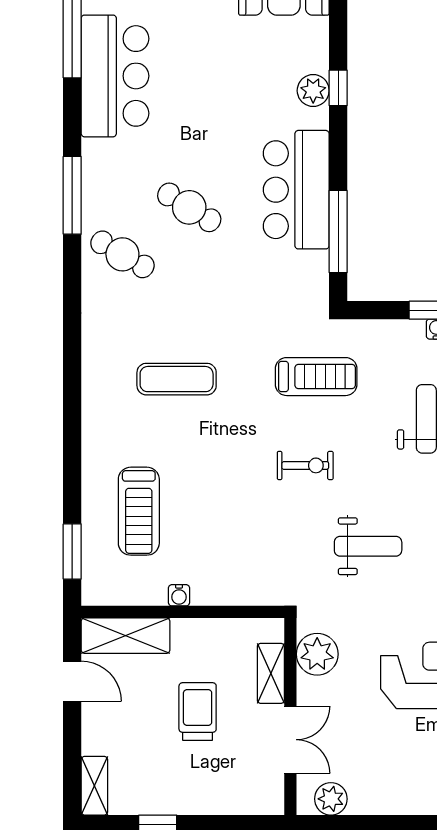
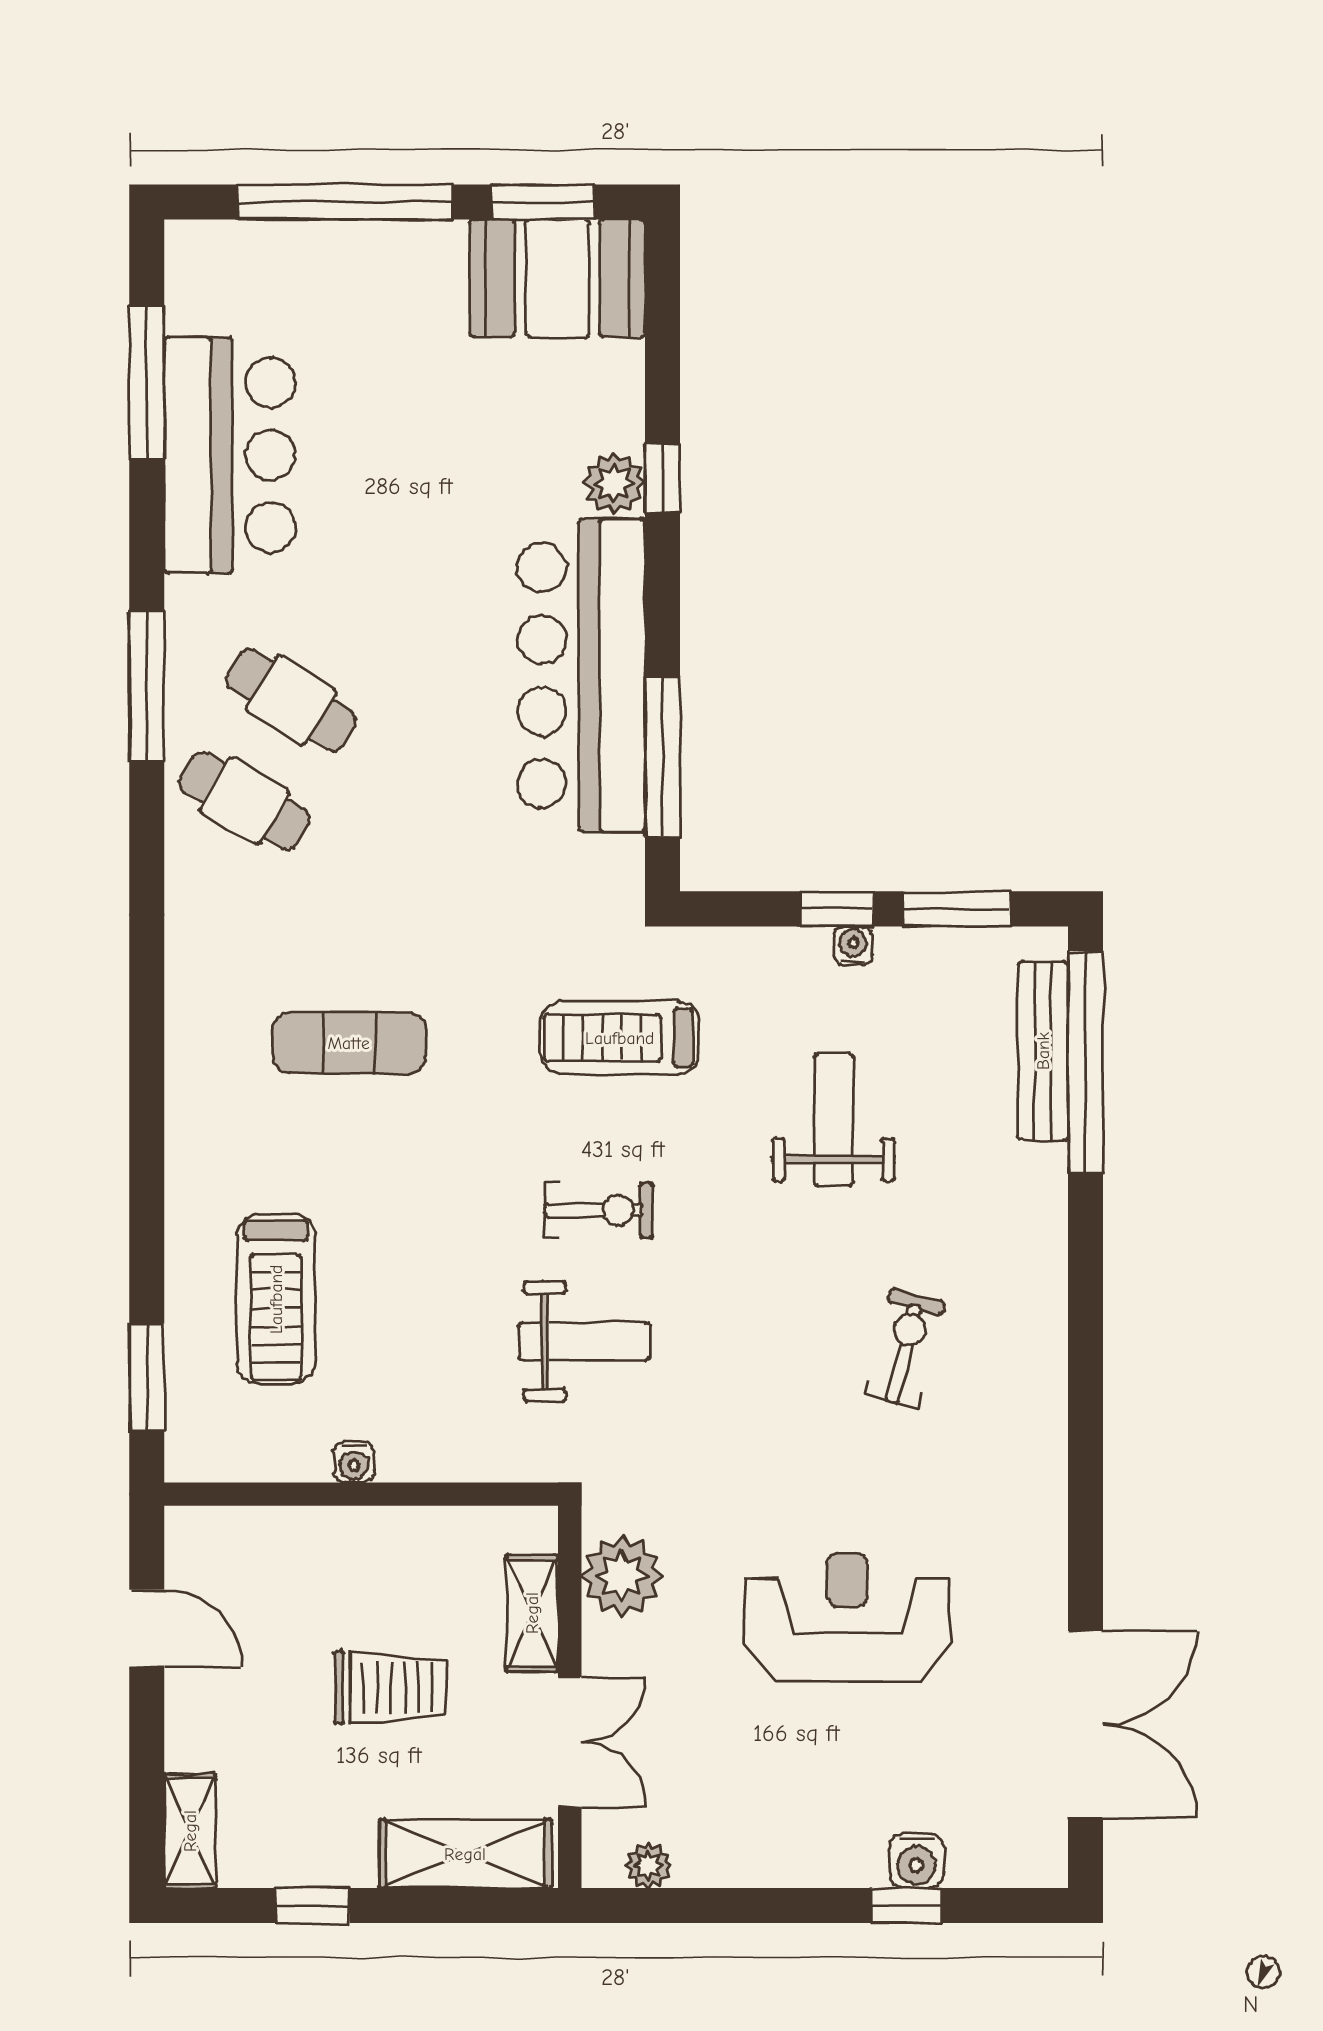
bar counter: (296, 190) -> (581, 675), width x1.36
cafe table: (189, 207) -> (291, 700), moved
treadmill: (316, 377) -> (620, 1038), turned 180
weight bench: (368, 546) -> (584, 1341), moved
shelving: (125, 636) -> (465, 1854), moved
trolley: (198, 712) -> (390, 1687), turned 90
plant: (331, 799) -> (648, 1865), width x0.73, depth x0.73

